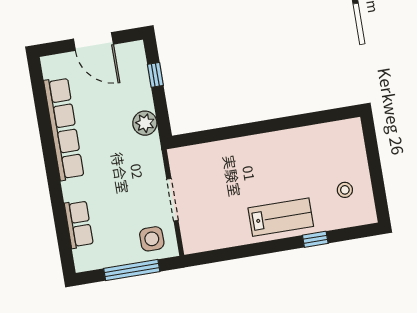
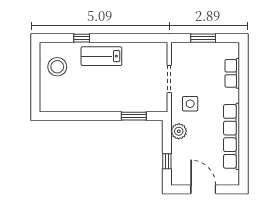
window: (217, 135) -> (134, 116), added
stool: (345, 190) -> (57, 67), width x1.89, depth x1.89
side table: (152, 239) -> (190, 104), moved
window: (132, 270) -> (203, 38), width x0.69

